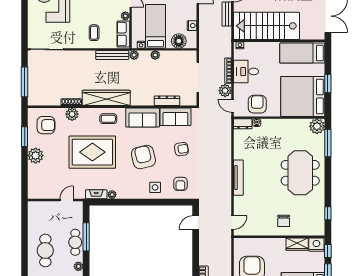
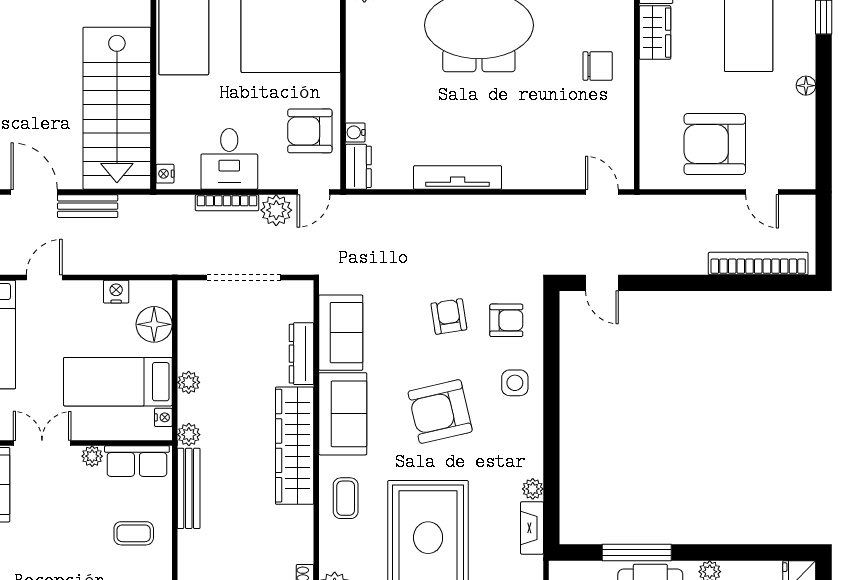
wardrobe: (106, 98) -> (295, 446), moved
armchair: (181, 149) -> (449, 316), moved
tv unit: (238, 178) -> (458, 177), moved

